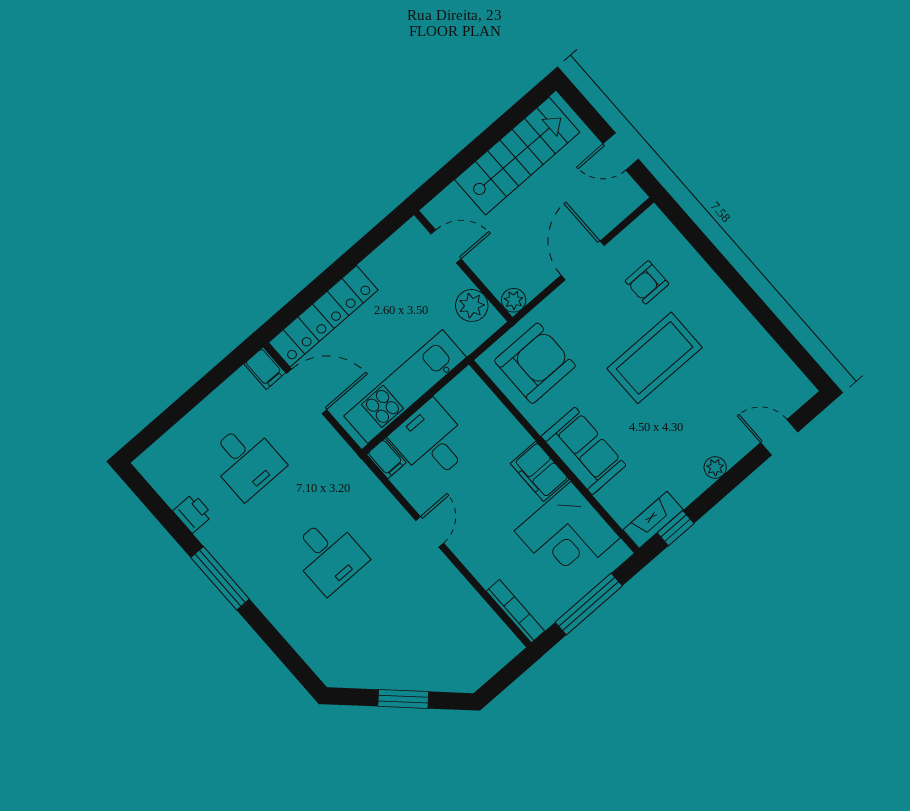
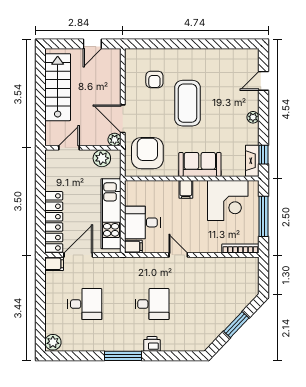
door: (583, 260) -> (123, 119), moved
plant: (153, 463) -> (53, 342), added
filing cabinet: (540, 471) -> (186, 189), width x0.50
printer: (193, 513) -> (152, 344), moved

